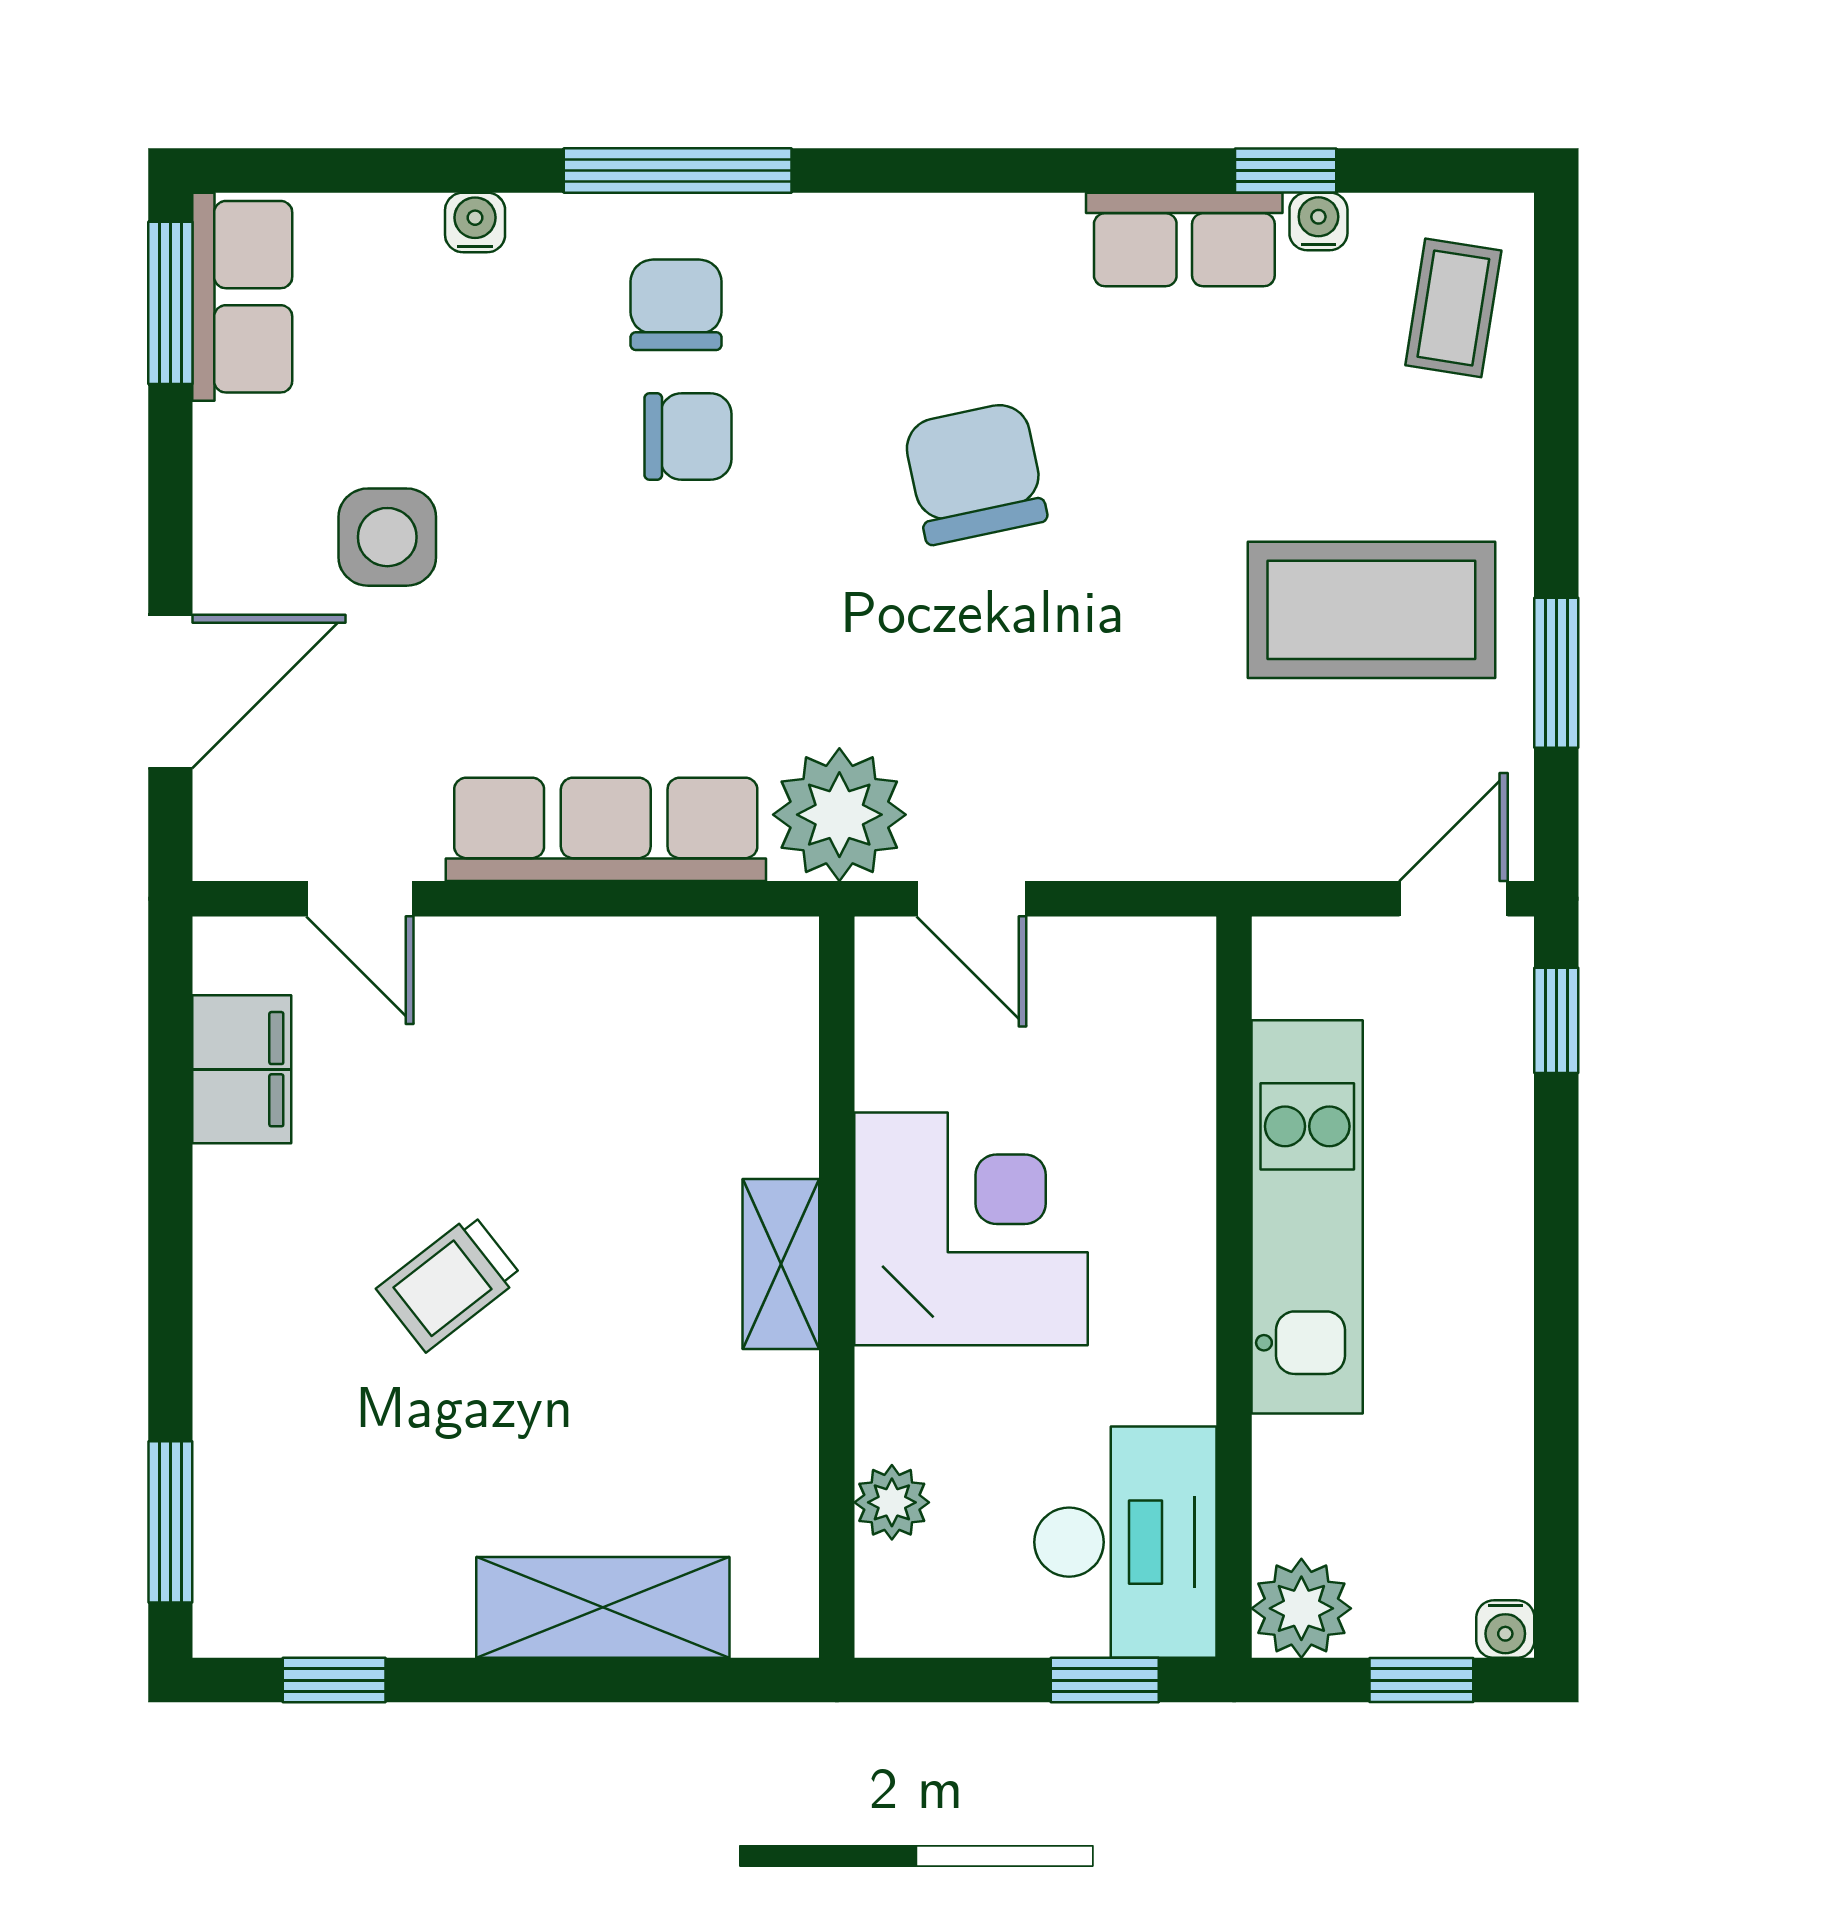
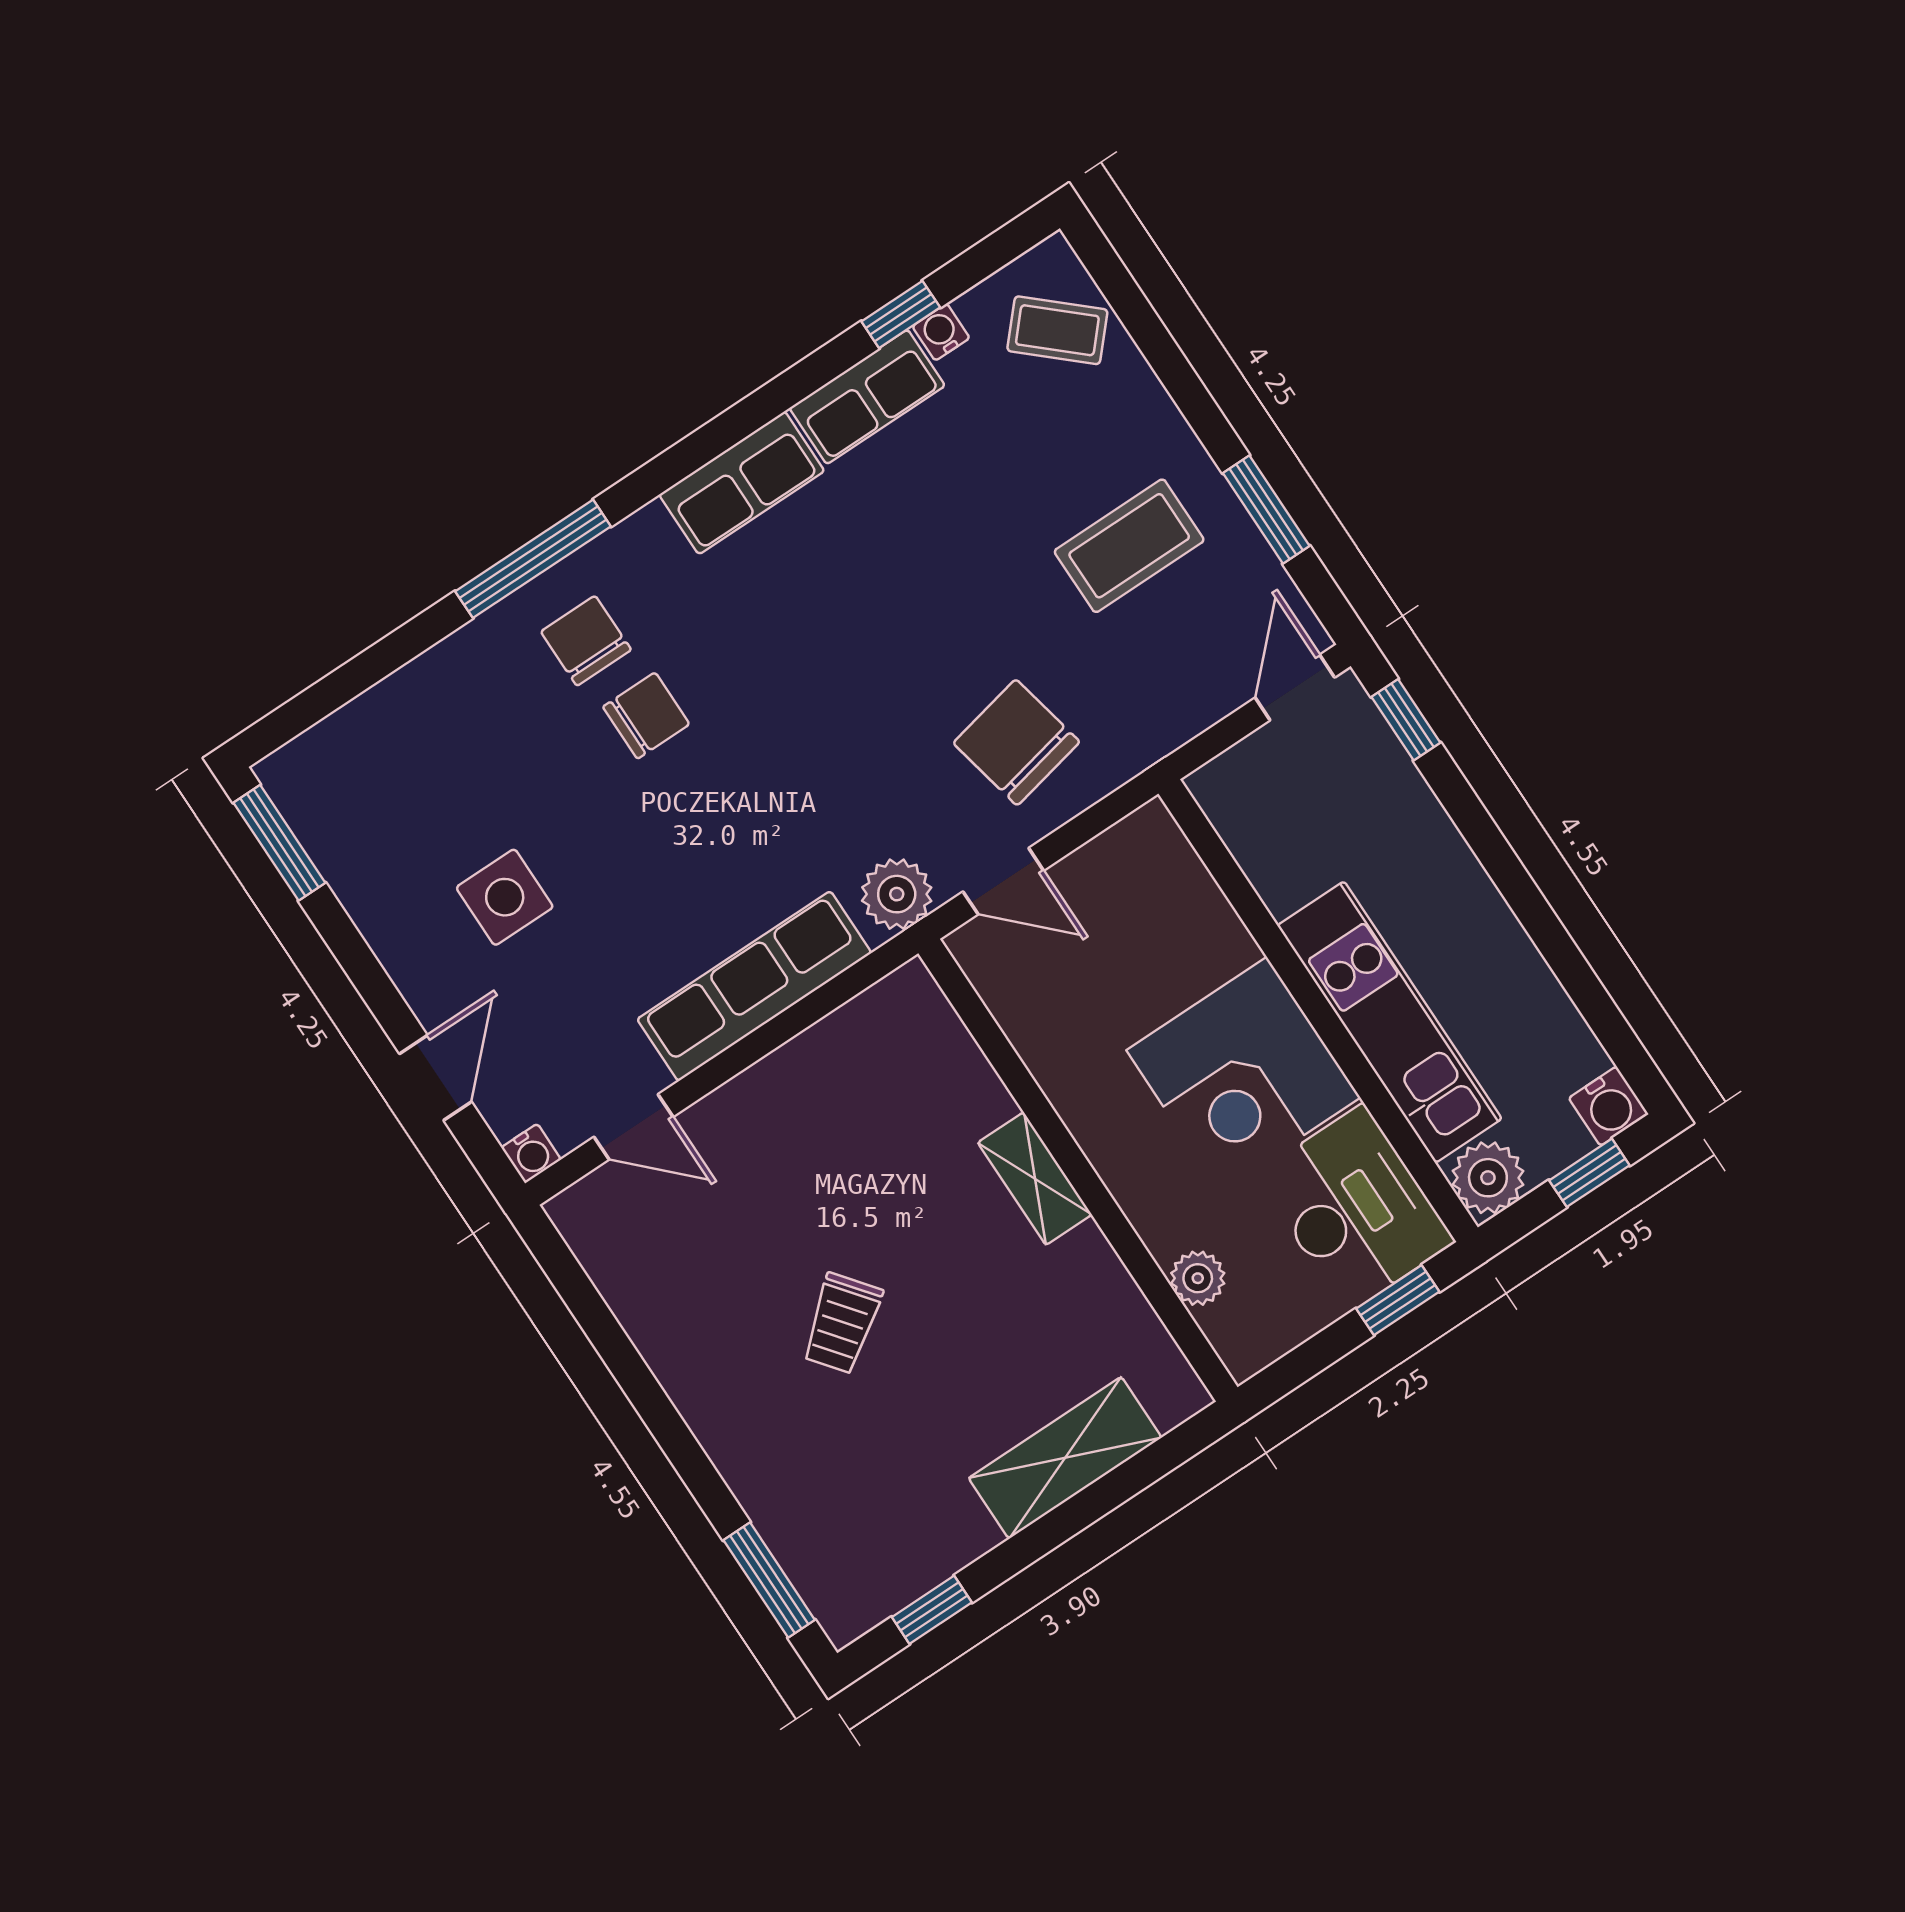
water cooler: (475, 222) -> (531, 1153), moved, turned 180
row of seats: (242, 297) -> (742, 483), moved, turned 90
coffee table: (1453, 308) -> (1057, 330), turned -57
chair: (975, 473) -> (1017, 742), moved
coffee table: (1371, 610) -> (1129, 546), width x0.73, depth x0.76
door: (170, 691) -> (436, 1078), width x0.73
plant: (839, 815) -> (897, 894), width x0.73, depth x0.73
filing cabinet: (242, 1069) -> (631, 1277), removed
kitchen unit: (1307, 1217) -> (1390, 1022), moved
corner desk: (971, 1229) -> (1243, 1074), moved, turned 180
water cooler: (1505, 1629) -> (1609, 1106), width x1.38, depth x1.38

